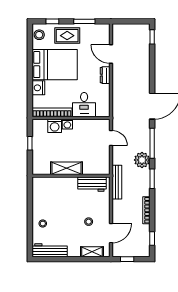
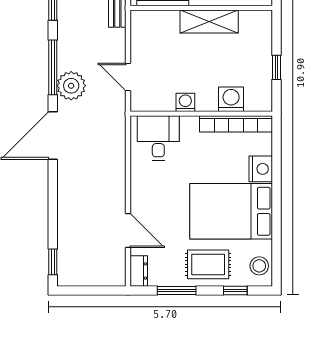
dresser: (105, 75) -> (139, 271), moved
desk: (84, 105) -> (158, 138), moved
washing machine: (67, 124) -> (185, 102), moved
plant: (142, 160) -> (71, 86), moved

